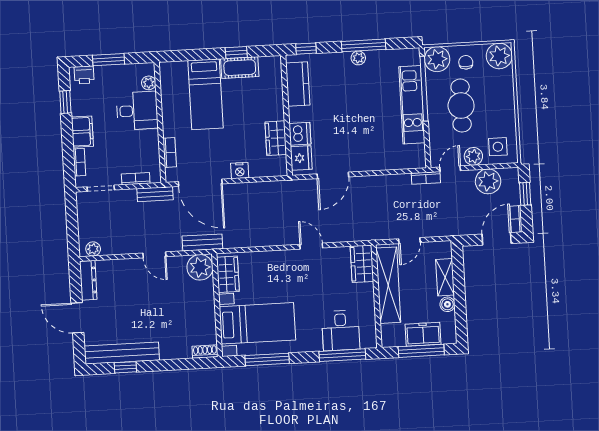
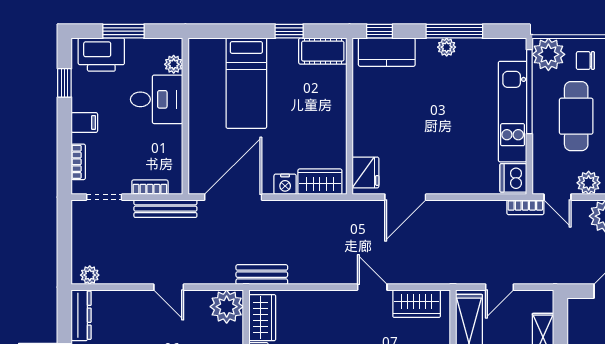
chair: (466, 62) -> (585, 61), turned -90
cot: (240, 68) -> (323, 51), moved
printer: (84, 75) -> (101, 55), width x1.87, depth x1.48
kitchen counter: (298, 84) -> (387, 52), moved, turned 90
filing cabinet: (82, 132) -> (84, 123), width x0.50
dishwasher: (300, 134) -> (513, 178), moved, turned 180
wardrobe: (276, 138) -> (320, 182), moved, turned 90
bookcase: (170, 152) -> (196, 156), removed
door: (450, 169) -> (557, 197), swing flipped
door: (200, 183) -> (233, 197), swing flipped
bench: (155, 194) -> (165, 209), width x1.36
bench: (202, 242) -> (262, 275), moved
wardrobe: (362, 264) -> (417, 304), moved, turned -90

